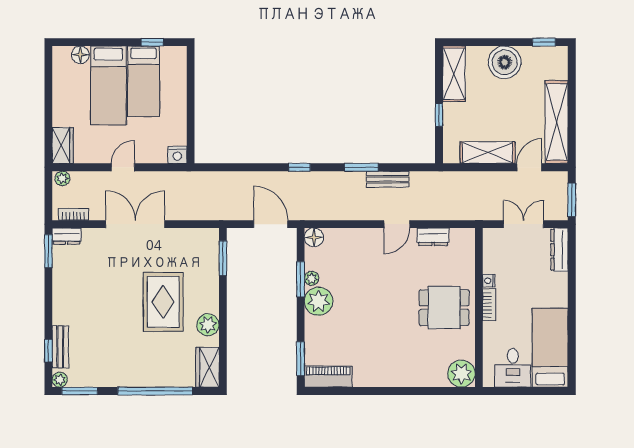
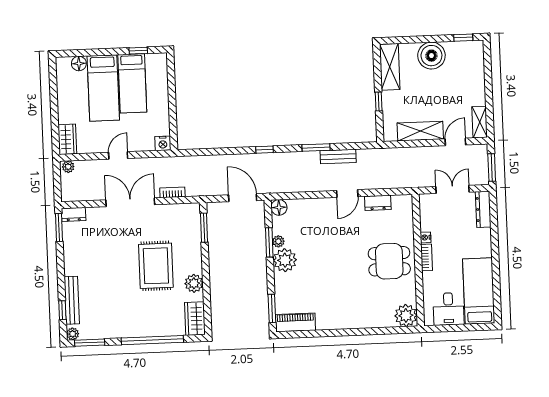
shelving: (557, 122) -> (480, 122), width x0.45, depth x0.75
bookcase: (73, 214) -> (172, 192), moved
bench: (60, 347) -> (72, 300), width x1.36

